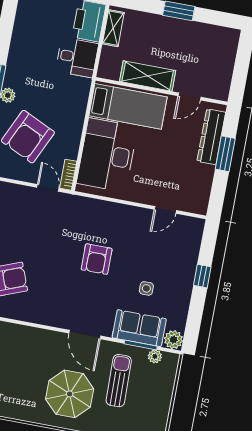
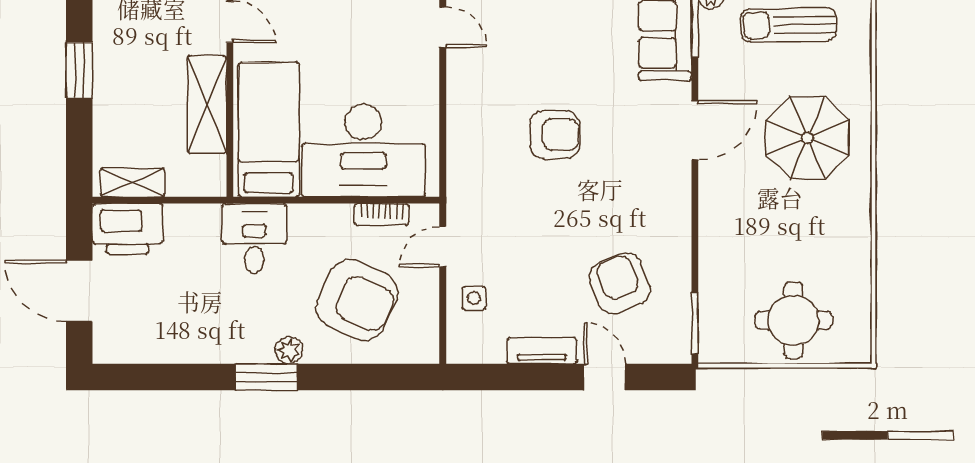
desk: (77, 57) -> (254, 238), moved
bookcase: (68, 175) -> (382, 214), moved
side table: (146, 288) -> (474, 298), moved
sun lounger: (119, 381) -> (788, 25), moved

